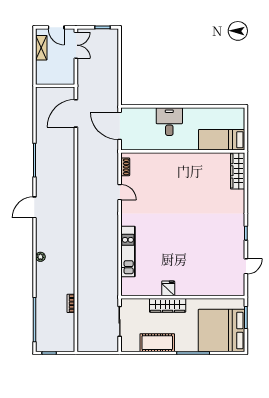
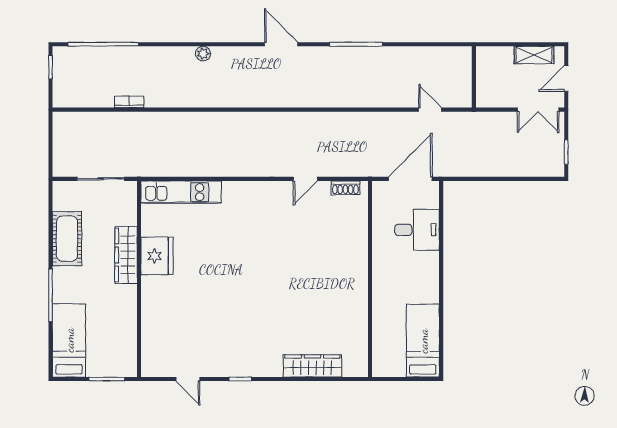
door: (76, 113) -> (430, 110), width x0.53
desk: (169, 122) -> (417, 230), moved
bed: (222, 140) -> (423, 341), moved
wardrobe: (238, 171) -> (312, 366), moved
kitchen unit: (128, 251) -> (181, 192), moved
fridge: (168, 288) -> (157, 256), width x1.88, depth x1.34
bed: (222, 331) -> (69, 340), width x0.49

